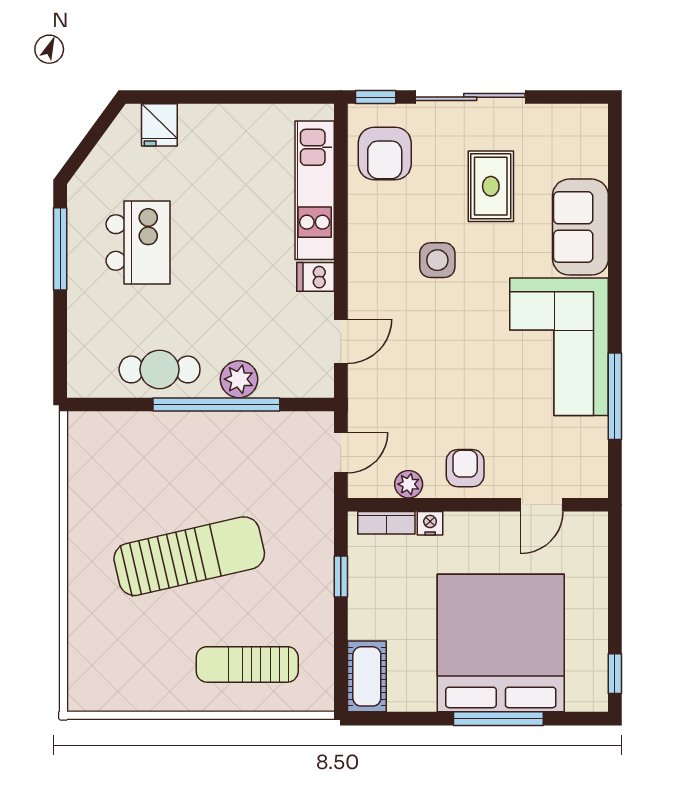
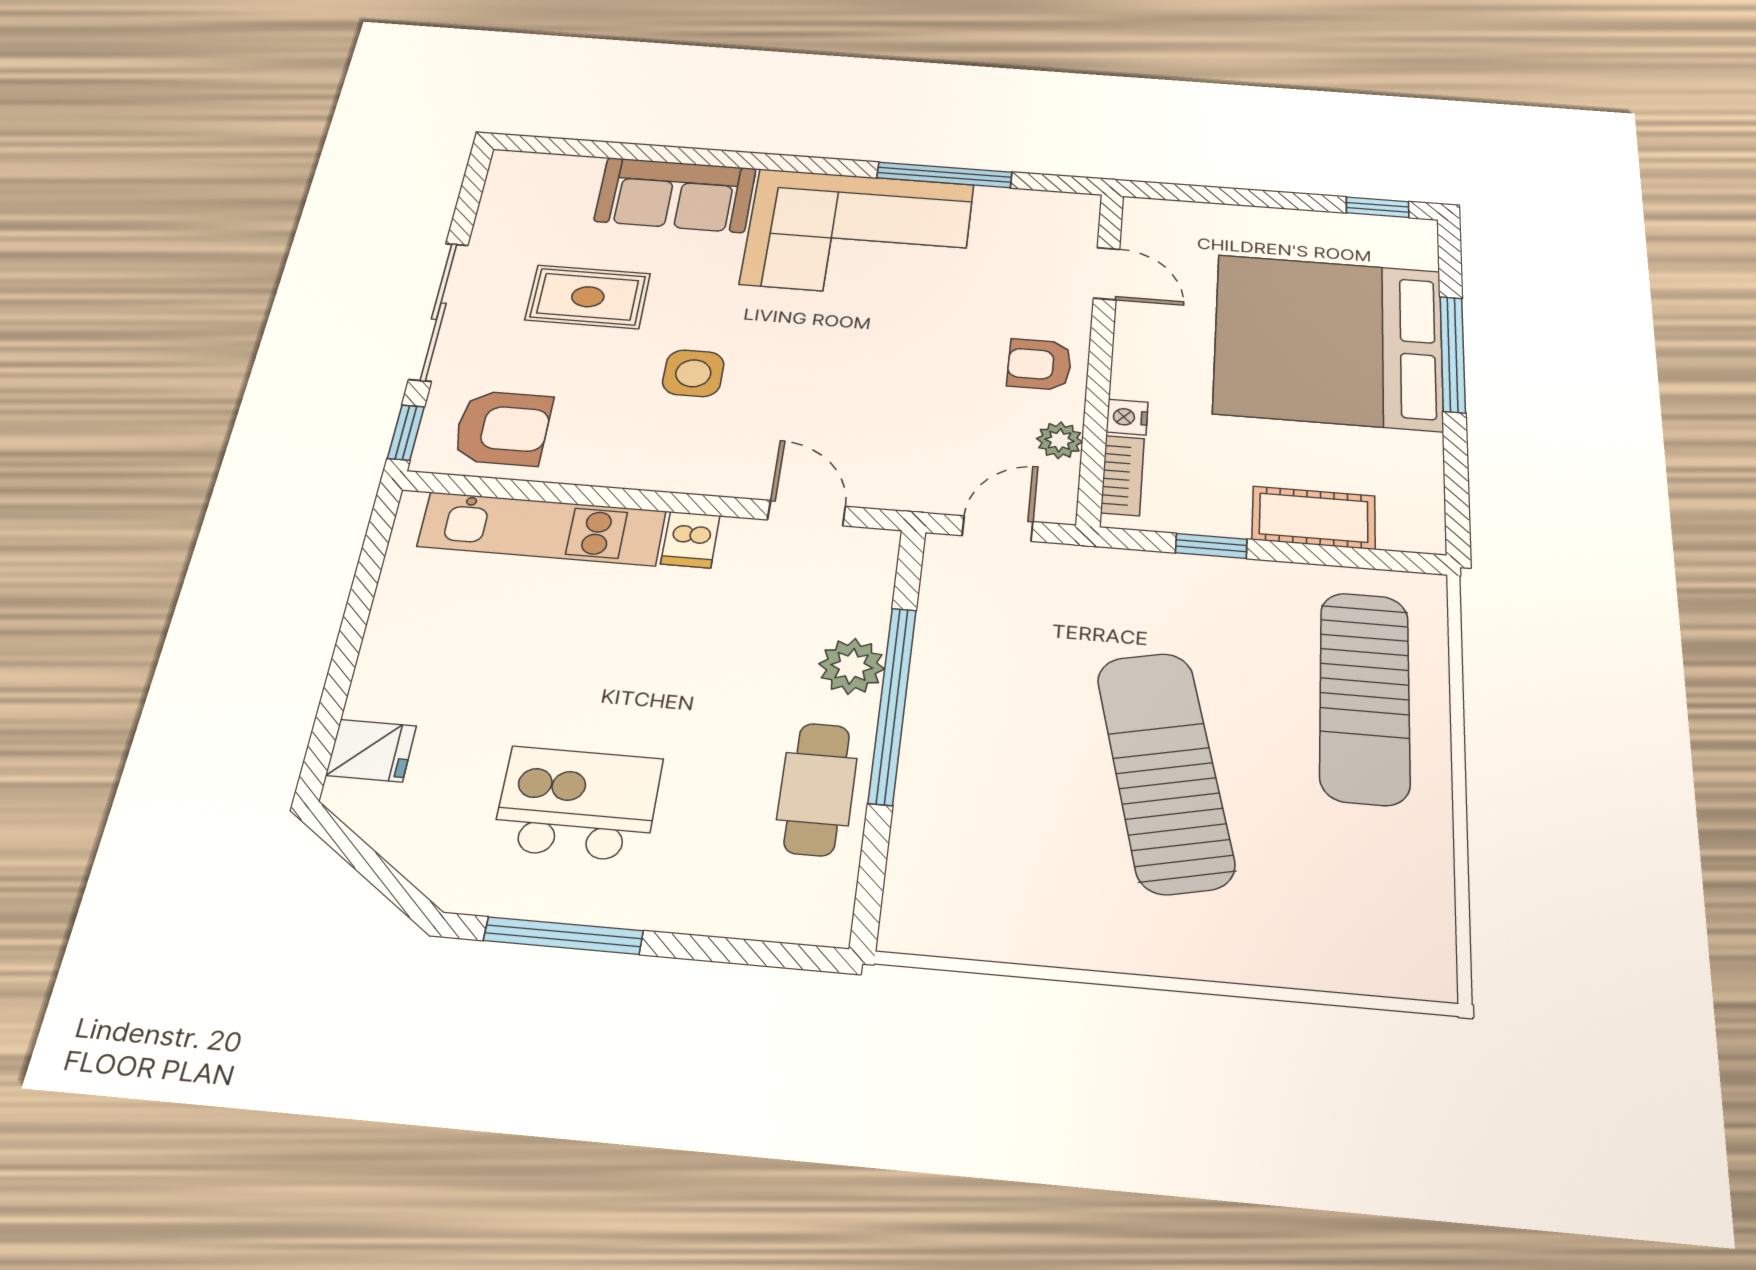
door: (341, 453) -> (998, 529), hinge flipped
sun lounger: (247, 664) -> (1365, 697), width x1.36, depth x1.34
cot: (367, 676) -> (1314, 518), moved

